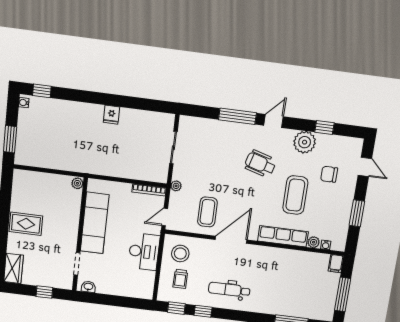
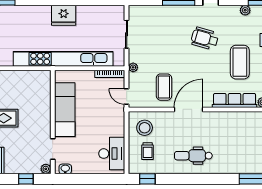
fridge: (111, 115) -> (64, 15), width x1.88, depth x1.34
plant: (305, 142) -> (245, 10), width x0.53, depth x0.53
kitchen unit: (99, 166) -> (63, 59), added
plant: (77, 183) -> (46, 169), moved
door: (165, 217) -> (127, 96), hinge flipped
desk: (144, 252) -> (112, 154), moved
window: (203, 311) -> (172, 179), removed

